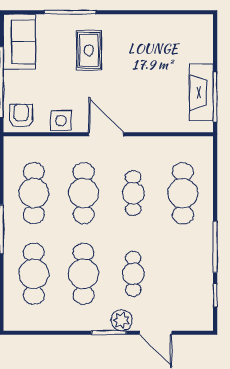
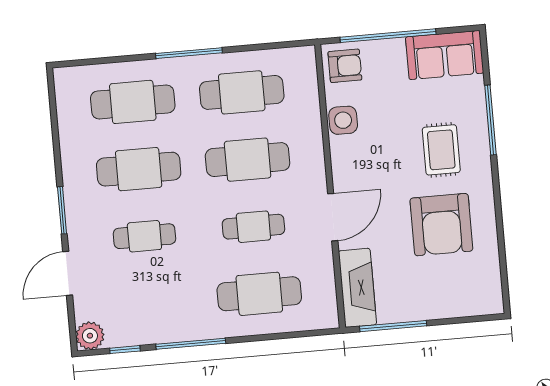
rug: (89, 50) -> (441, 150), turned 90
armchair: (144, 55) -> (441, 225), added
fireplace: (202, 92) -> (357, 288), moved, turned 90
door: (106, 134) -> (333, 217), moved
plant: (122, 320) -> (90, 336), moved

